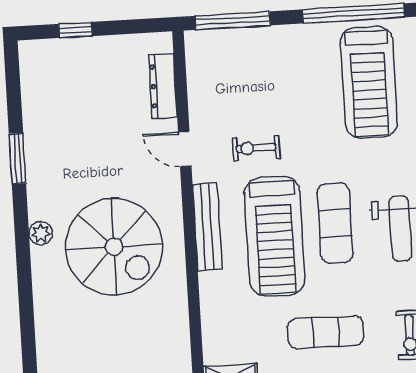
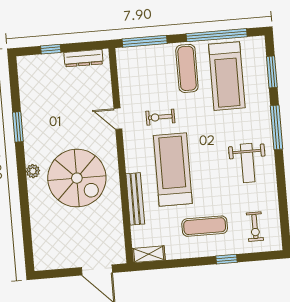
dresser: (163, 86) -> (84, 58), moved, turned -90
exercise mat: (335, 223) -> (187, 68), moved
bench: (207, 227) -> (135, 199), moved
treadmill: (275, 236) -> (173, 170), turned 180

